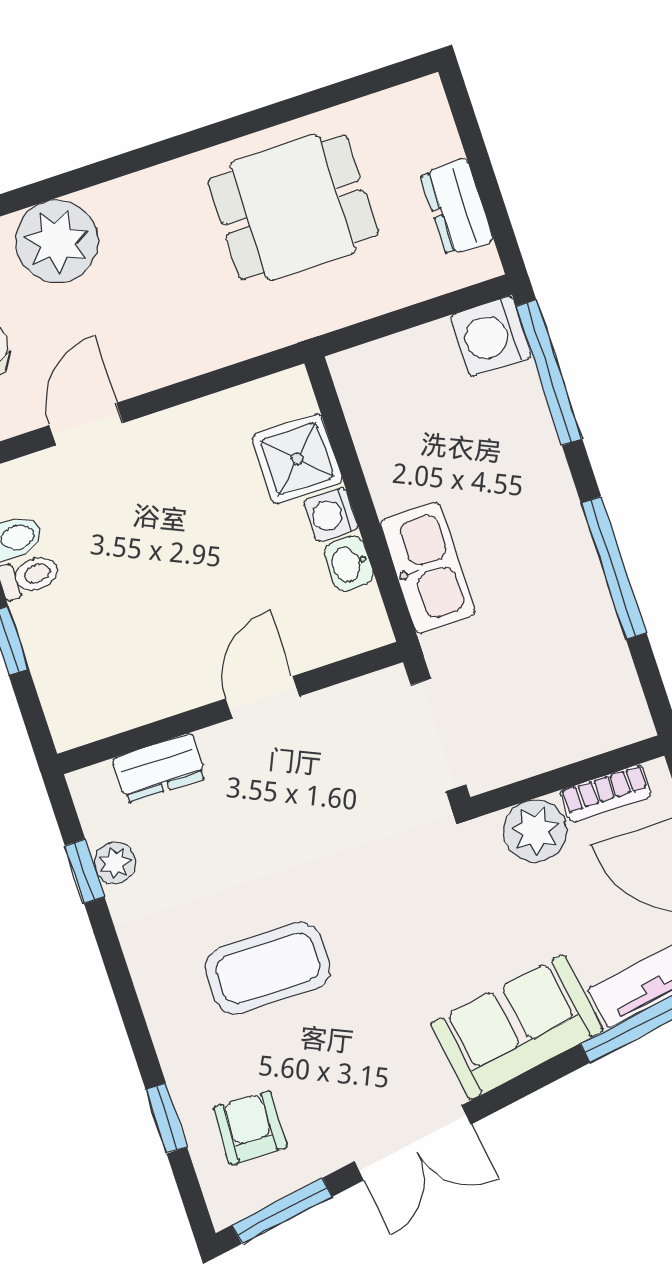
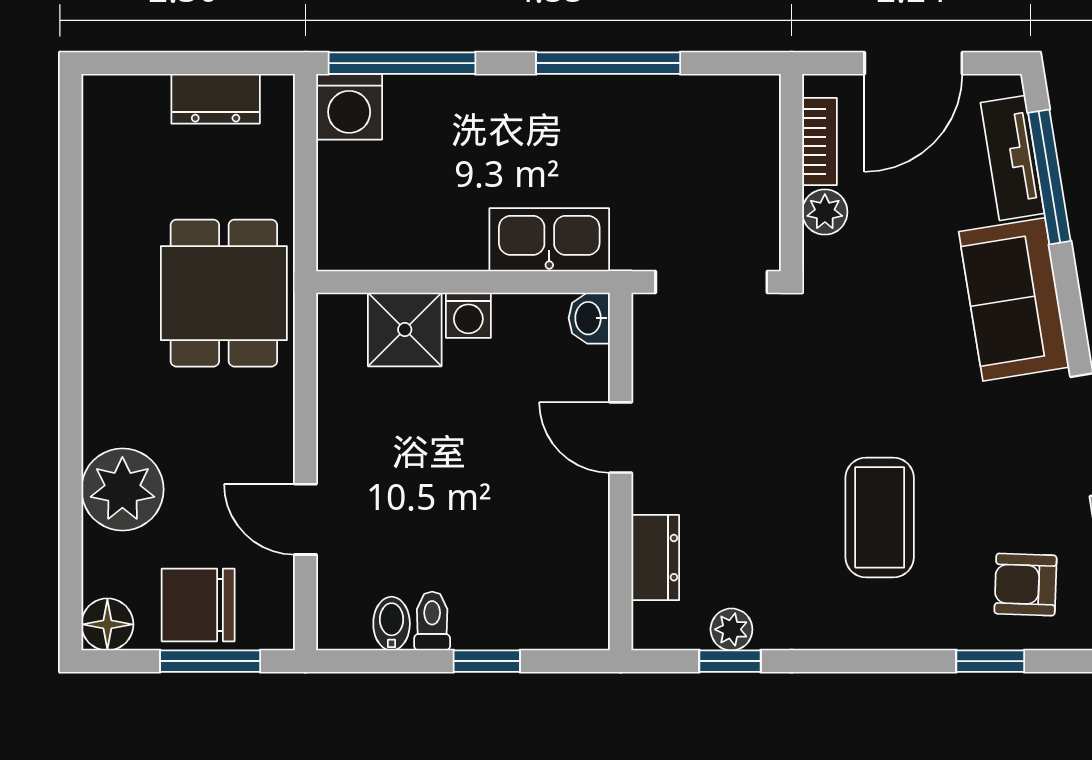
dining table: (293, 207) -> (224, 293), moved
washbasin: (349, 564) -> (589, 318), moved, turned 90
plant: (535, 831) -> (825, 212), width x0.73, depth x0.73

